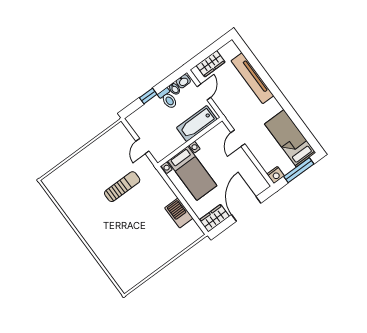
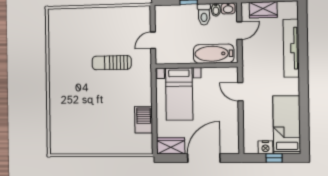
door: (238, 138) -> (240, 92), hinge flipped
window: (299, 170) -> (274, 158), width x0.46
nightstand: (276, 175) -> (265, 147), moved
sun lounger: (122, 187) -> (112, 63), turned 180

